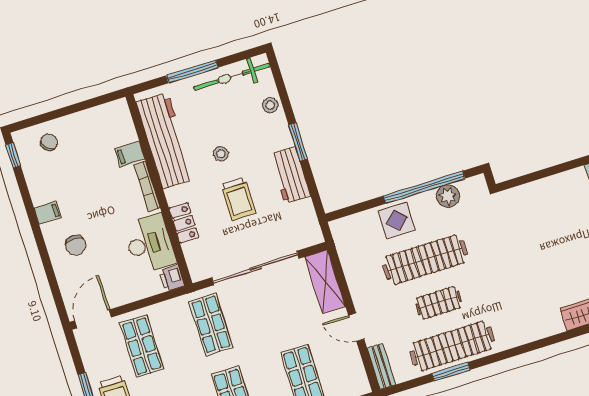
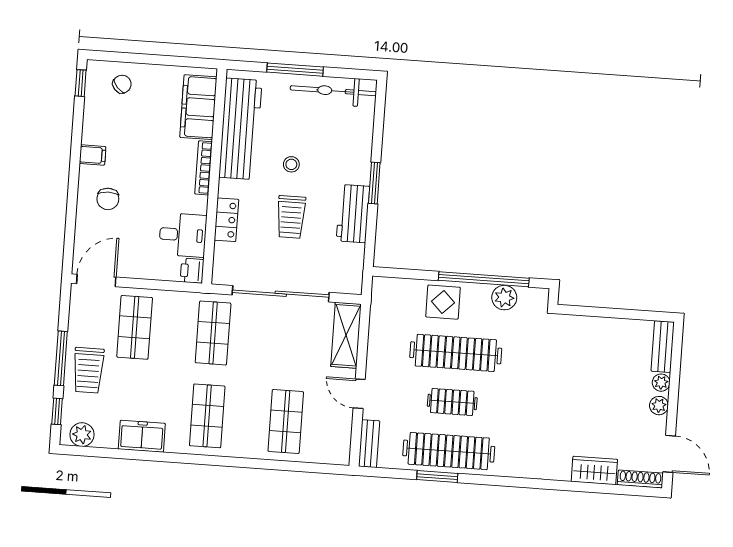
stool: (270, 105) -> (361, 135), removed
filing cabinet: (130, 154) -> (198, 107), width x3.00, depth x1.17
desk: (150, 244) -> (183, 235), width x0.73

